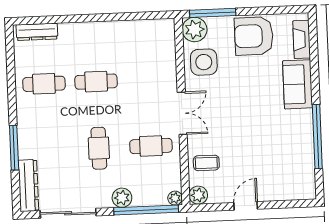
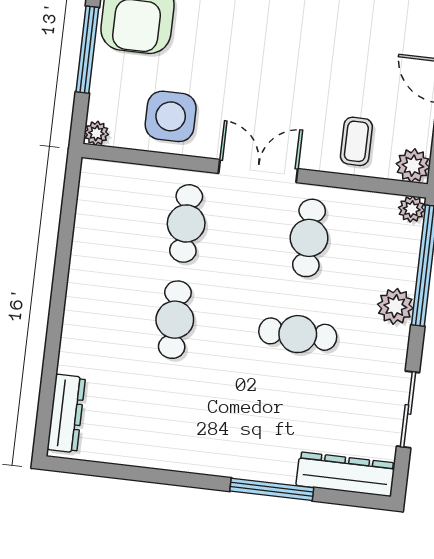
window: (213, 13) -> (87, 50), moved
plant: (195, 30) -> (96, 133), width x0.53, depth x0.53
cafe table: (44, 84) -> (186, 223), moved
sliding door: (68, 213) -> (408, 409), width x0.73

